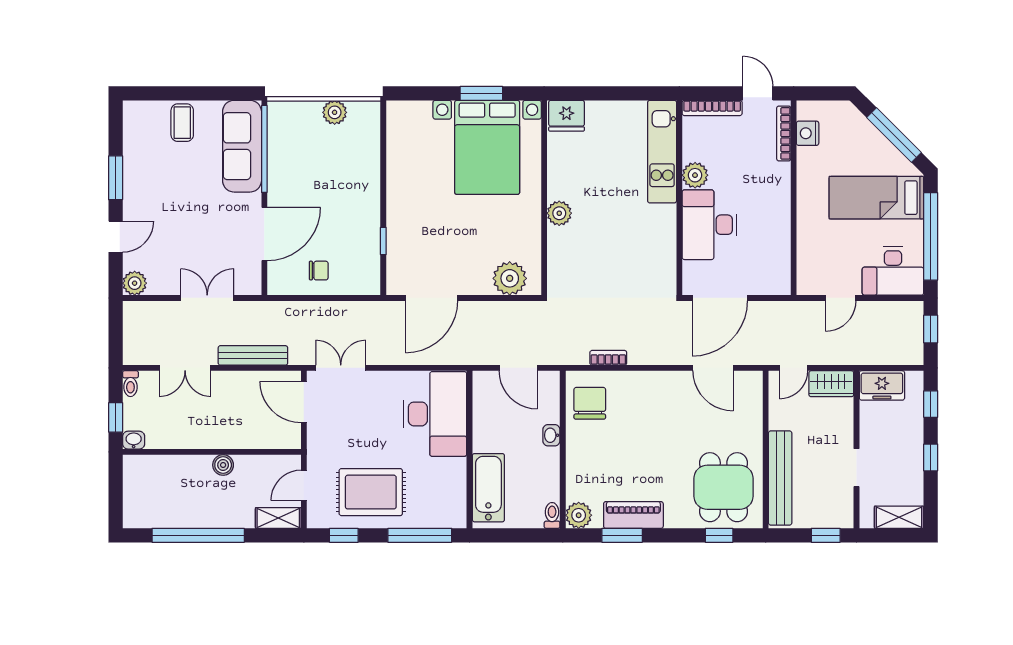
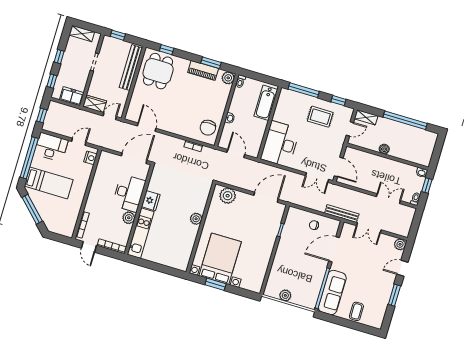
fridge: (567, 116) -> (151, 201), moved, turned 90
nightstand: (808, 133) -> (90, 158), moved
bench: (253, 355) -> (342, 214), moved
rug: (371, 492) -> (320, 117), width x0.73, depth x0.70

